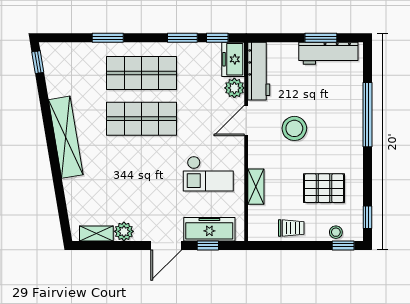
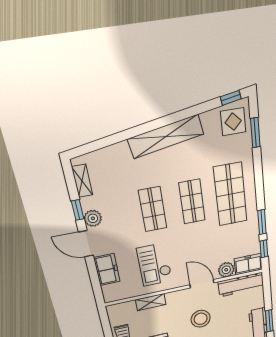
window: (108, 38) -> (255, 133), moved
display table: (62, 62) -> (233, 122), added
shop shelf: (141, 119) -> (192, 202), width x0.70, depth x0.74
shop shelf: (141, 164) -> (153, 209), added
freezer: (209, 229) -> (107, 270), width x0.71
plant: (124, 231) -> (93, 218), moved
window: (208, 245) -> (78, 210), moved

